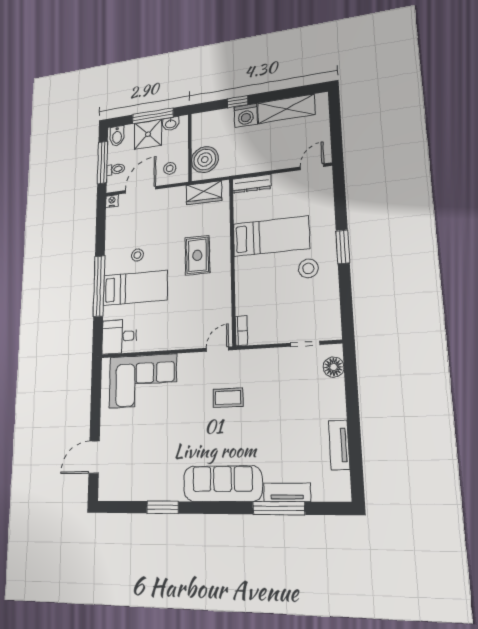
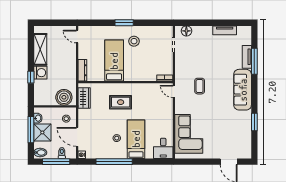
window: (99, 286) -> (114, 162), moved

